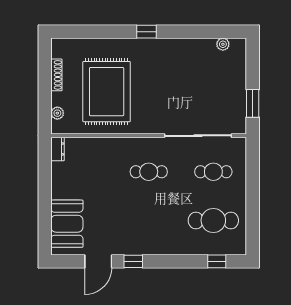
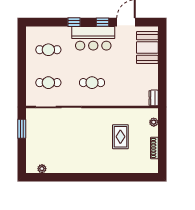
window: (147, 32) -> (93, 177), removed
rug: (107, 92) -> (120, 137), width x0.54, depth x0.49
cafe table: (213, 220) -> (48, 50), width x0.73, depth x0.74
bar counter: (147, 237) -> (93, 38), added
window: (217, 261) -> (74, 22), moved

